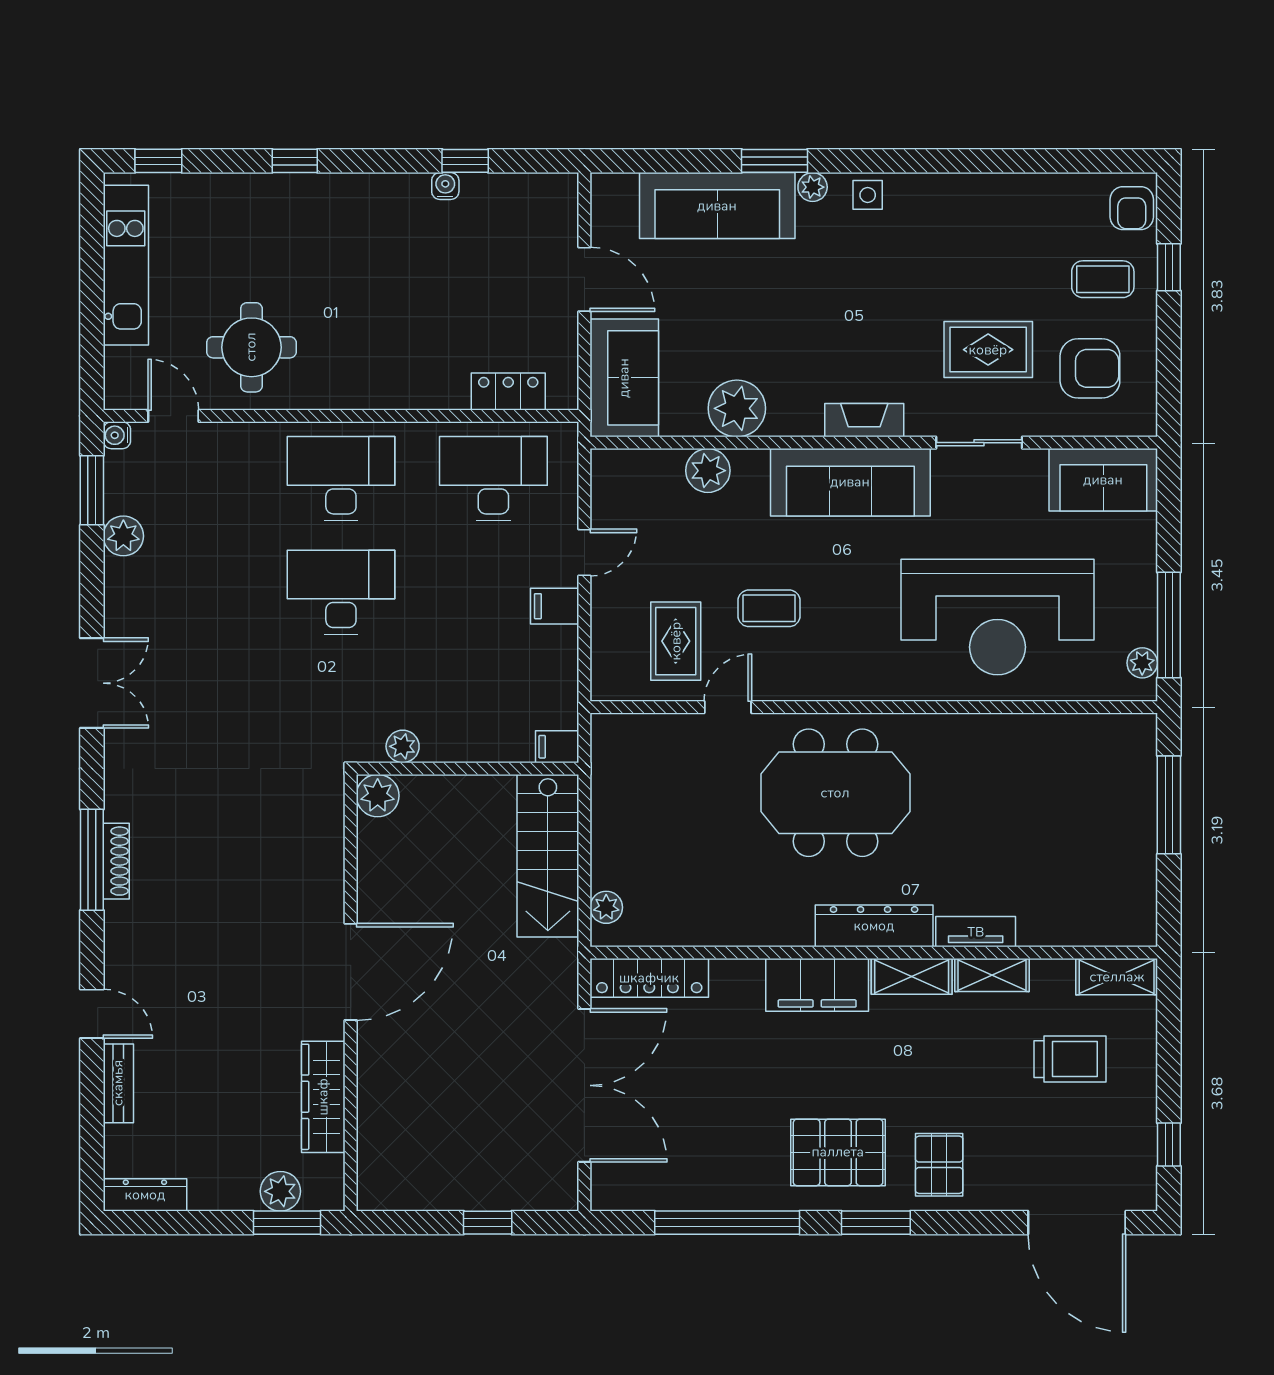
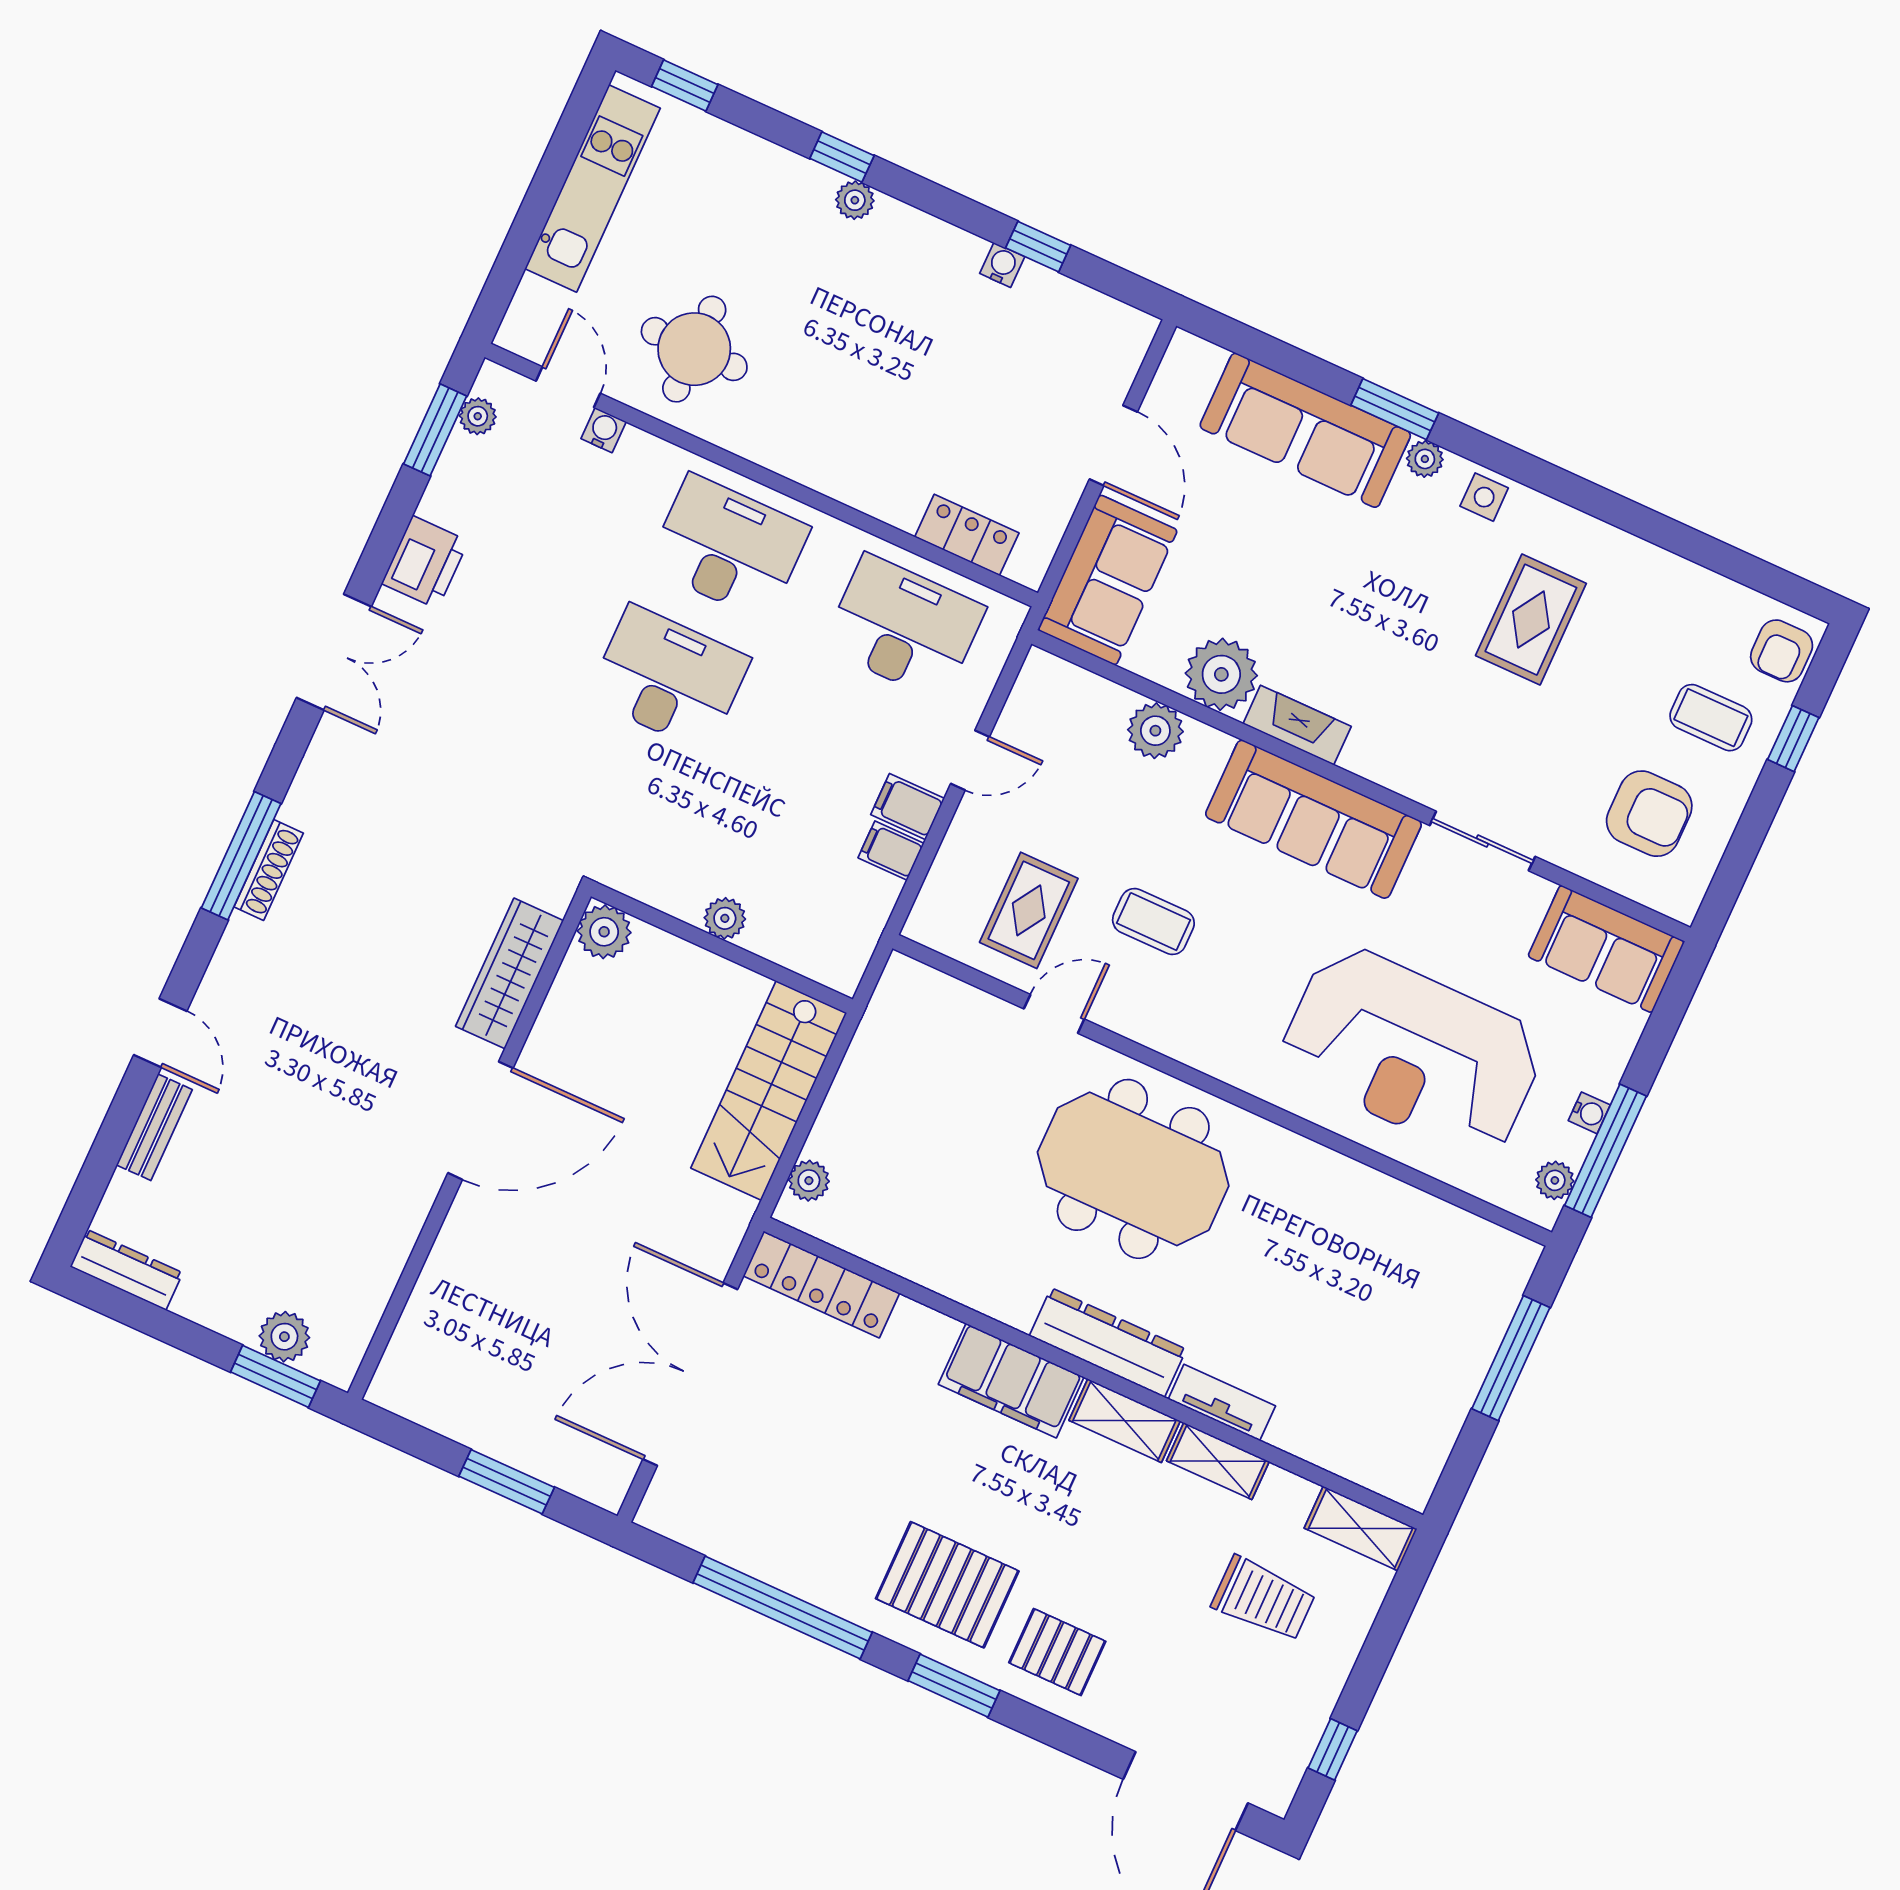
plant: (318, 188) -> (855, 200), added
rug: (988, 350) -> (1531, 620), moved, turned 90
fireplace: (864, 420) -> (1297, 725), moved
water cooler: (117, 435) -> (604, 430), moved, turned 90
plant: (123, 536) -> (478, 416), moved, width x0.73, depth x0.73
printer: (128, 589) -> (425, 562), added
water cooler: (1145, 603) -> (1589, 1113), added
plant: (403, 746) -> (725, 918), moved
filing cabinet: (557, 747) -> (891, 851), moved
double door: (584, 1085) -> (690, 1374), swing flipped
wardrobe: (323, 1097) -> (509, 973), moved
pallet: (939, 1165) -> (1057, 1652), turned 90
window: (488, 1223) -> (507, 1482), width x1.50

